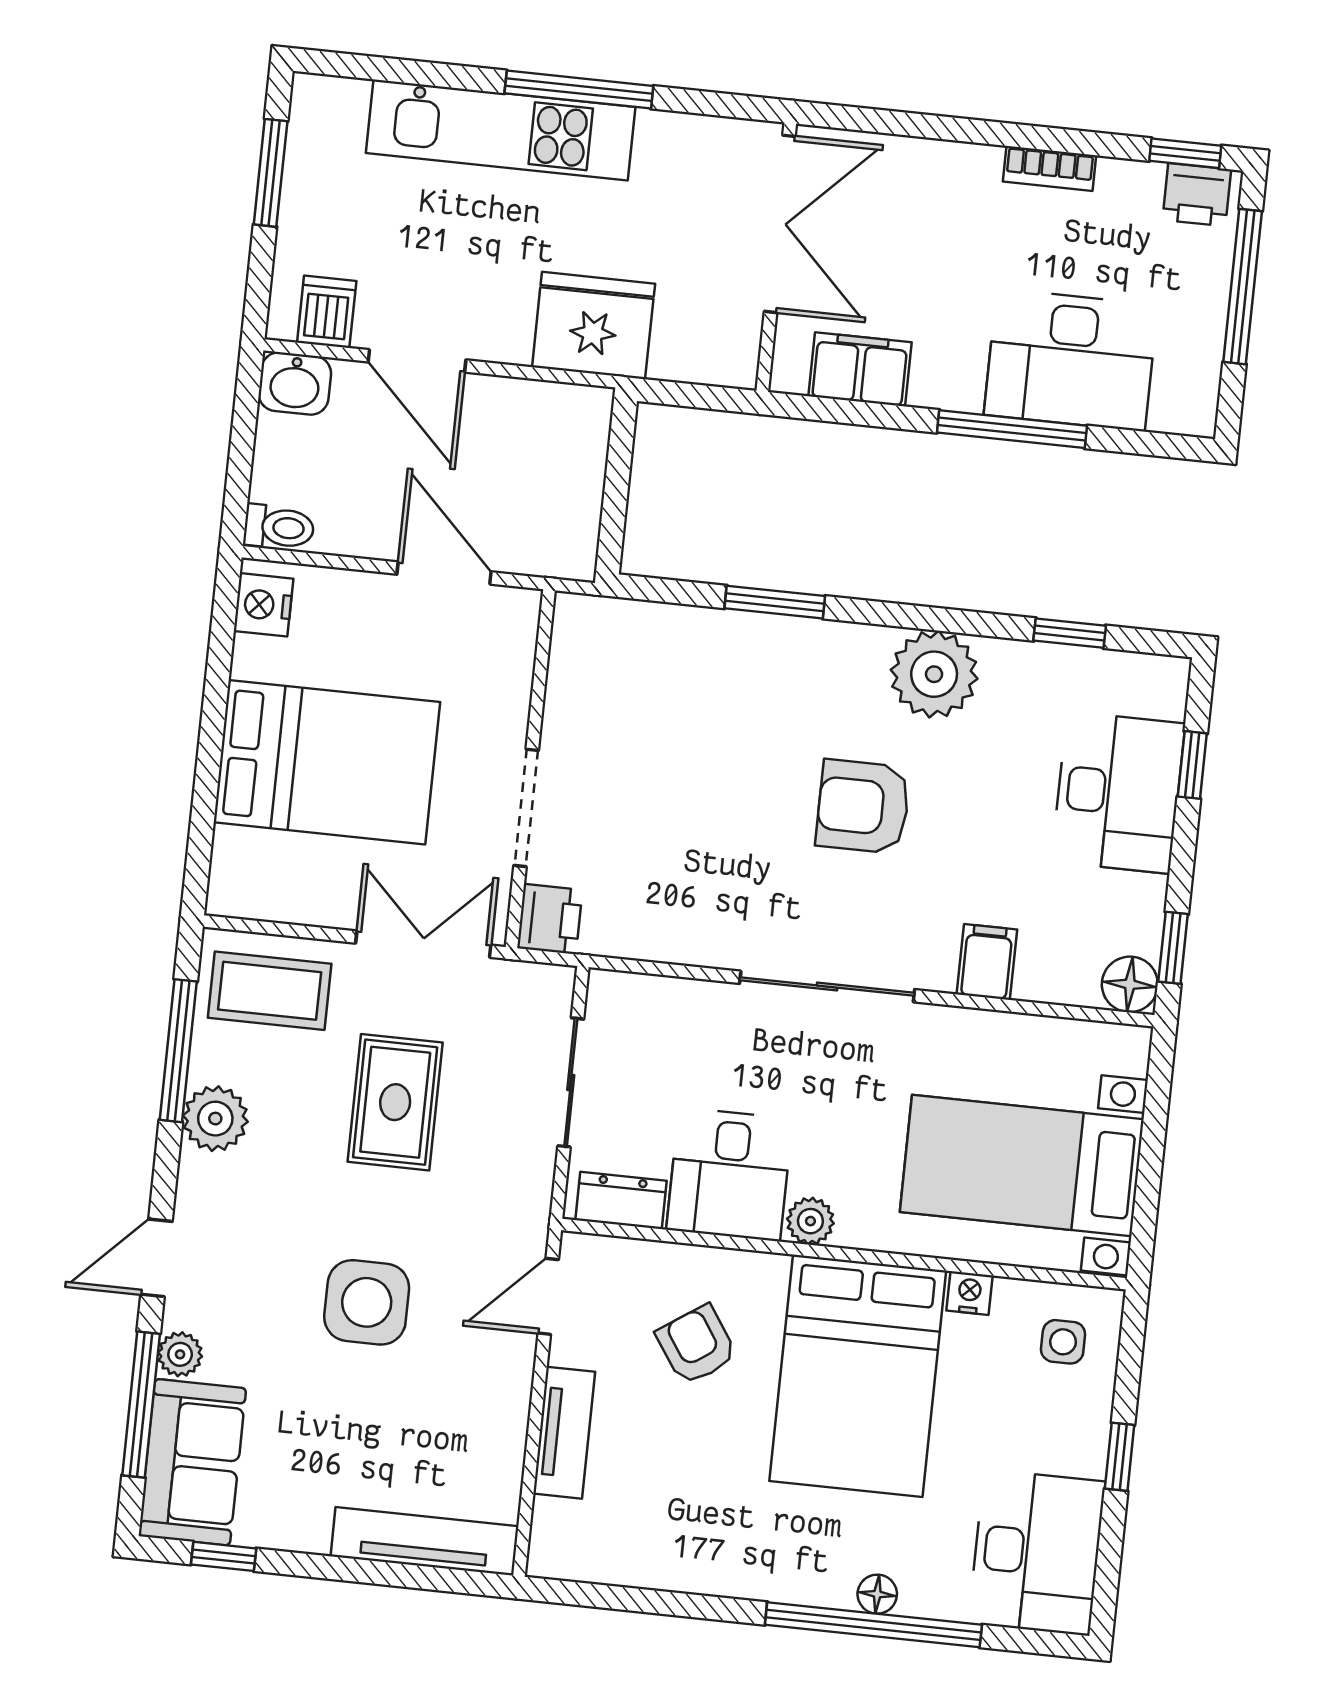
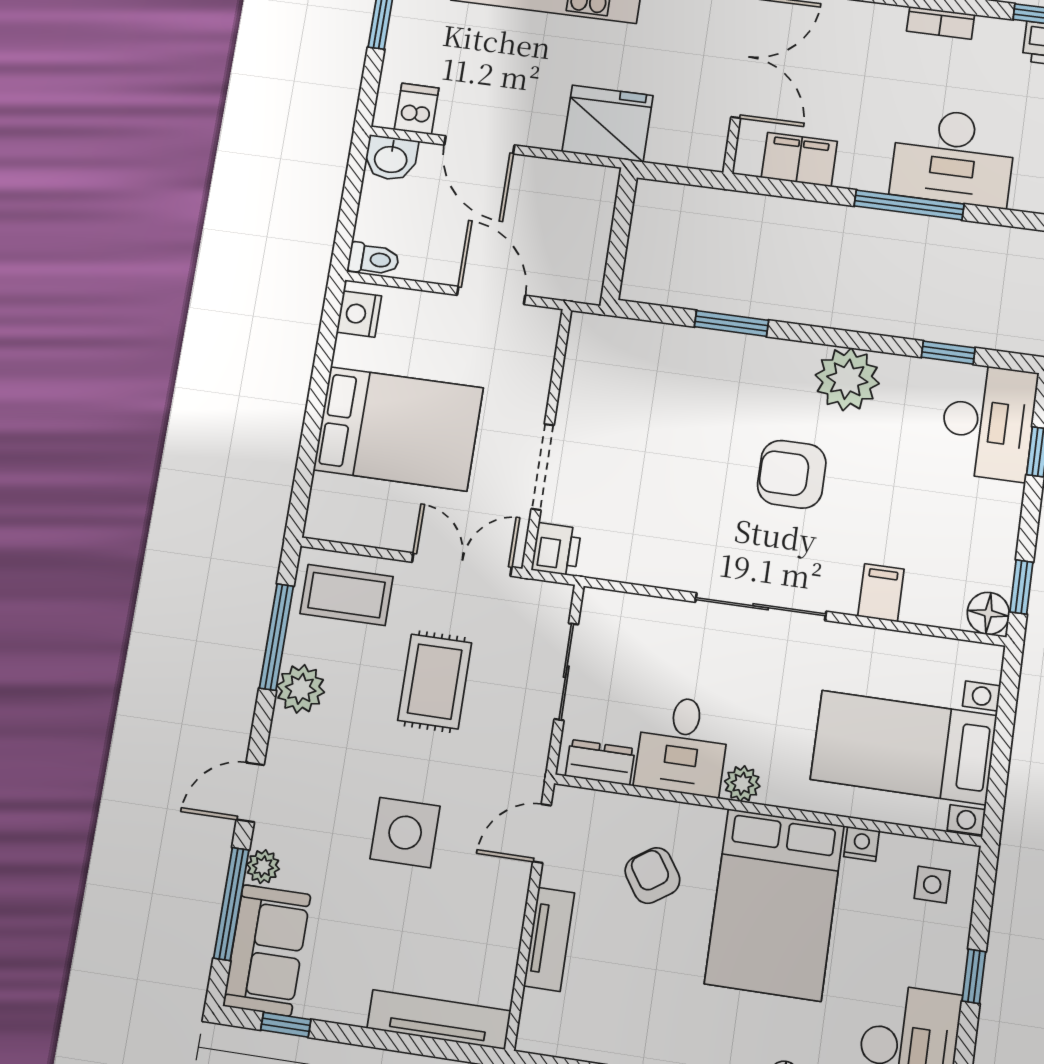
desk: (1118, 793) -> (988, 422), moved

